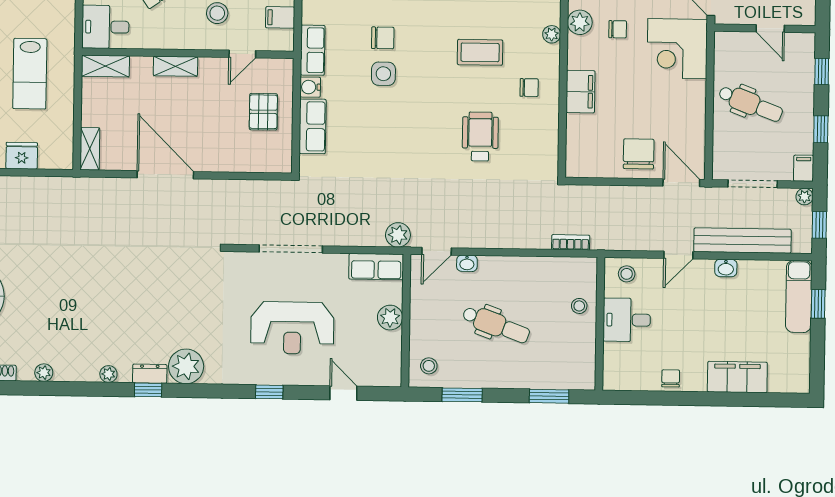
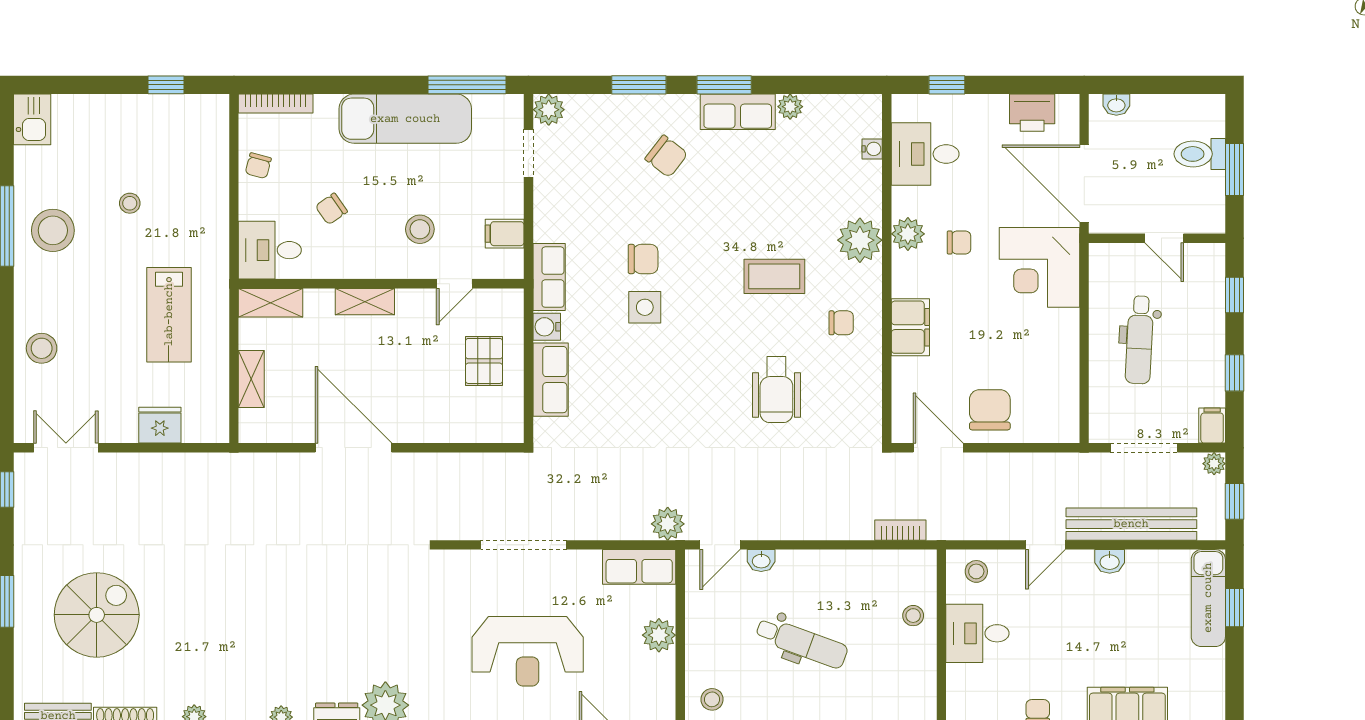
plant: (552, 34) -> (860, 240), width x1.87, depth x1.87
dental chair: (751, 104) -> (1139, 340), turned 72
wheelchair: (480, 137) -> (776, 390), turned 180
shelving: (90, 149) -> (251, 379), moved
door: (681, 183) -> (938, 448), moved

